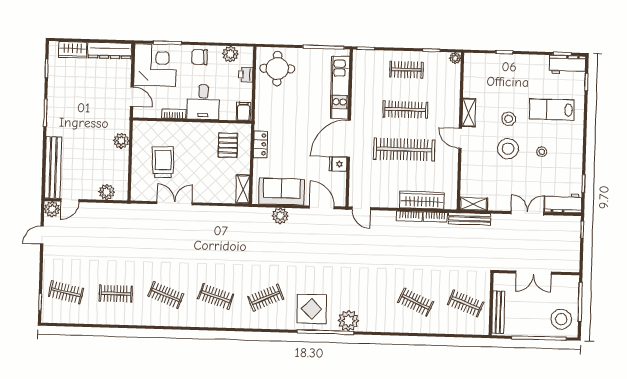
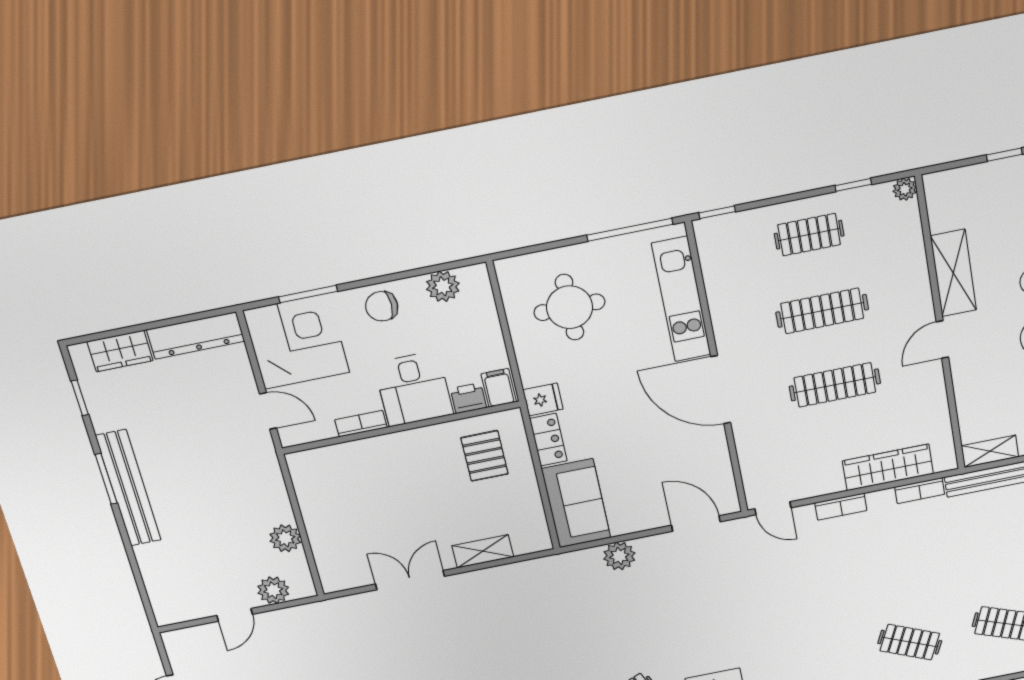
round table: (277, 69) -> (569, 307), moved
printer: (246, 75) -> (468, 398), moved, turned 90
shelving: (469, 112) -> (953, 273), width x1.50, depth x1.33
door: (460, 138) -> (942, 340), hinge flipped
door: (349, 139) -> (721, 390), hinge flipped
plant: (121, 141) -> (285, 538), moved
clothes rail: (404, 150) -> (835, 385), width x0.73, depth x0.76
trolley: (163, 162) -> (366, 514), removed
fridge: (338, 164) -> (543, 399), moved, turned 180
bench: (53, 167) -> (128, 488), moved
shelving: (243, 189) -> (483, 551), moved, turned 90
sofa: (282, 192) -> (576, 503), moved, turned 90
door: (70, 200) -> (235, 615), moved
plant: (52, 209) -> (178, 643), removed
bookcase: (409, 216) -> (841, 507), moved

